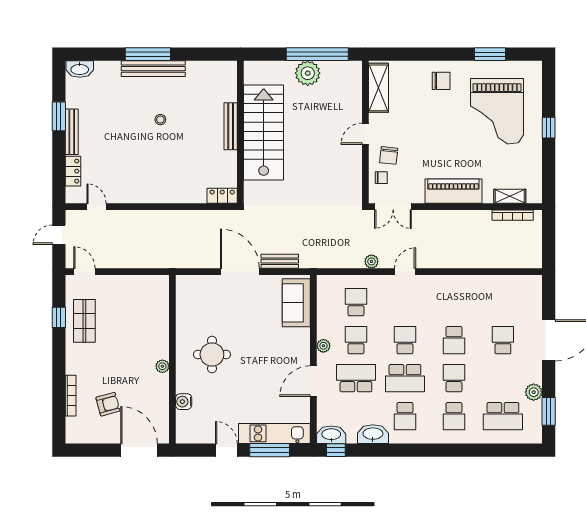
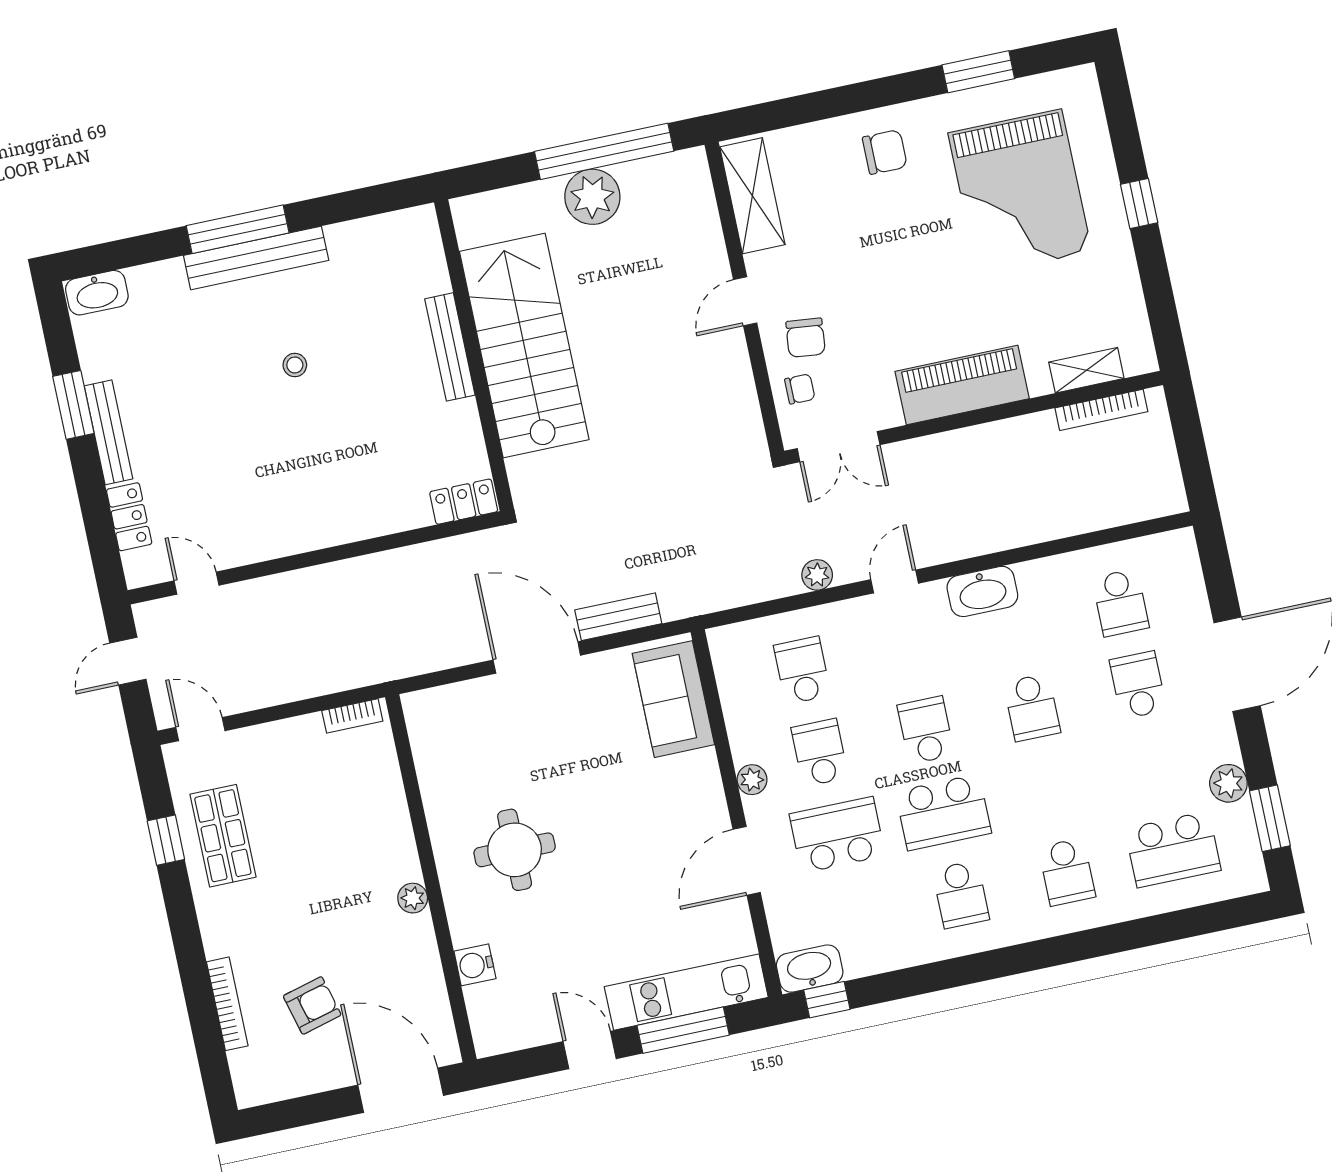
bookcase: (153, 280) -> (352, 716), added
school desk: (454, 378) -> (1120, 603), moved, turned 180
washbasin: (373, 434) -> (982, 591), moved, turned 180

